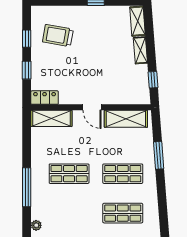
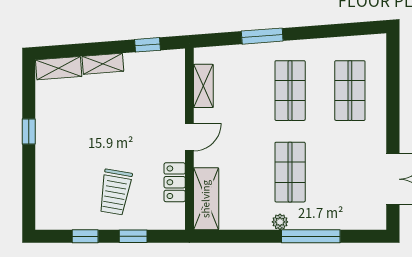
trolley: (58, 36) -> (115, 192), moved
locker: (45, 98) -> (175, 182), moved
shelving: (126, 119) -> (203, 86), width x0.67, depth x0.75
plant: (36, 225) -> (280, 222), moved

